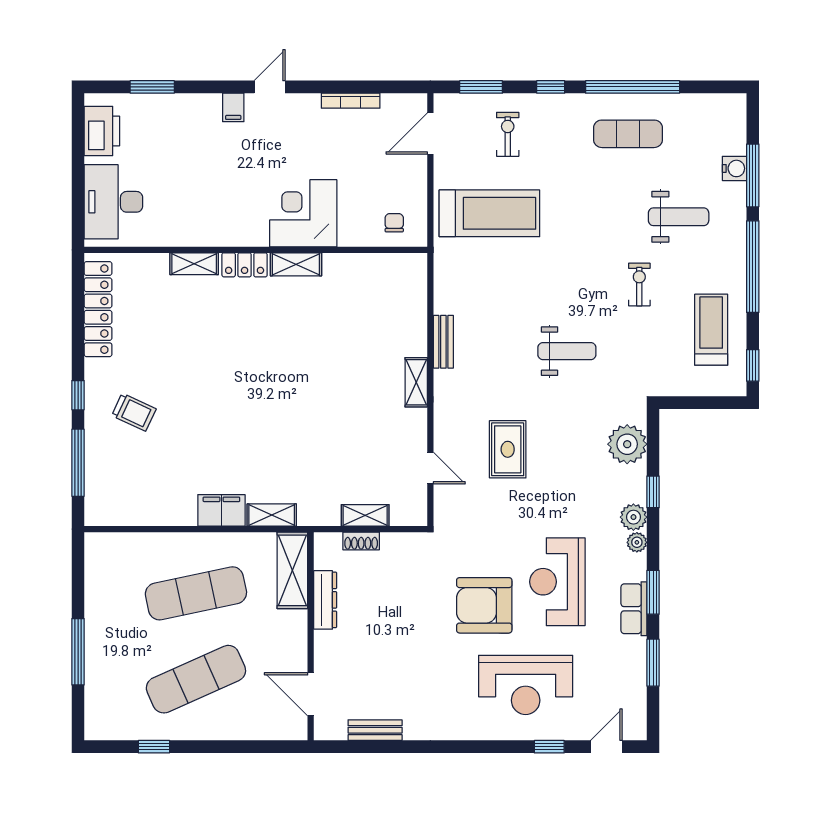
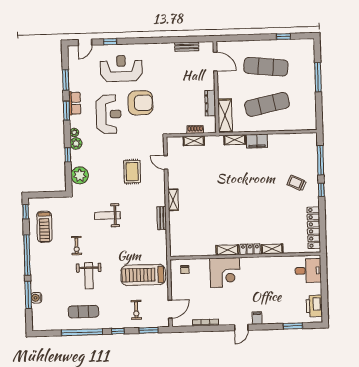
desk: (113, 202) -> (308, 271), width x0.73
weight bench: (679, 217) -> (89, 276), moved, turned -90
exercise mat: (196, 679) -> (266, 67), turned 30

